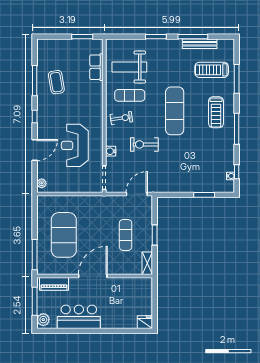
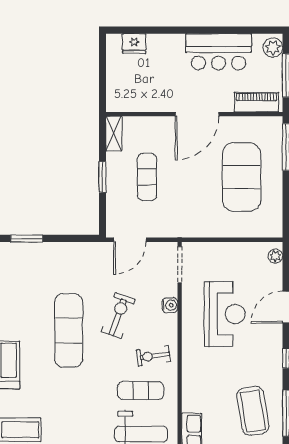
coffee table: (56, 82) -> (253, 411), width x1.36, depth x1.32
exercise mat: (175, 111) -> (69, 330), moved
exercise bike: (144, 144) -> (118, 316), turned -70
fridge: (145, 322) -> (134, 44), moved

